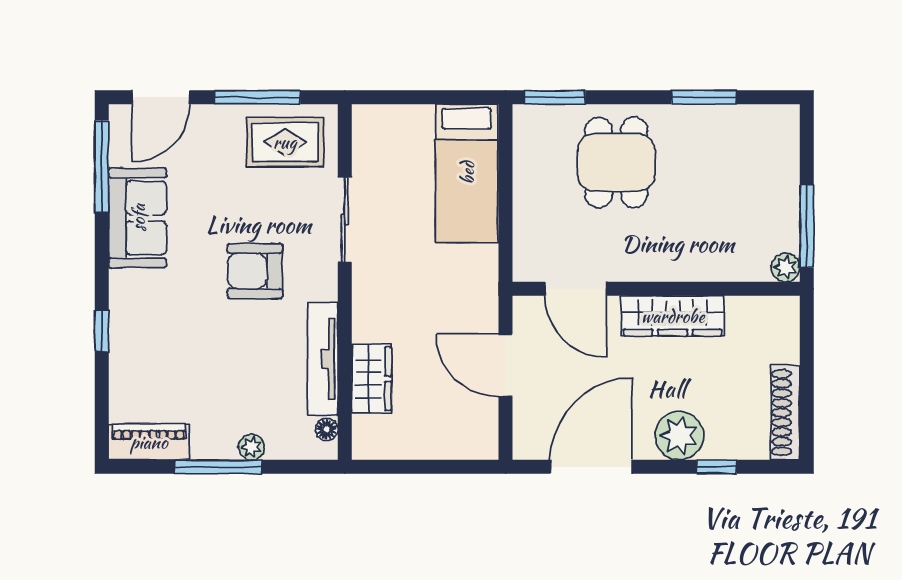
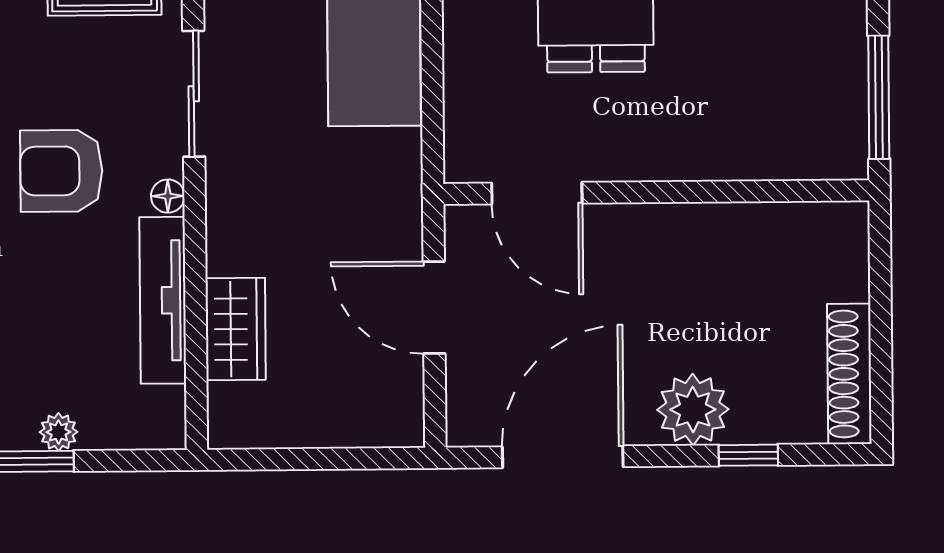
plant: (785, 267) -> (848, 159), removed
wardrobe: (673, 316) -> (681, 232), removed
floor lamp: (327, 429) -> (168, 196), moved

